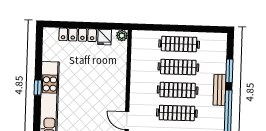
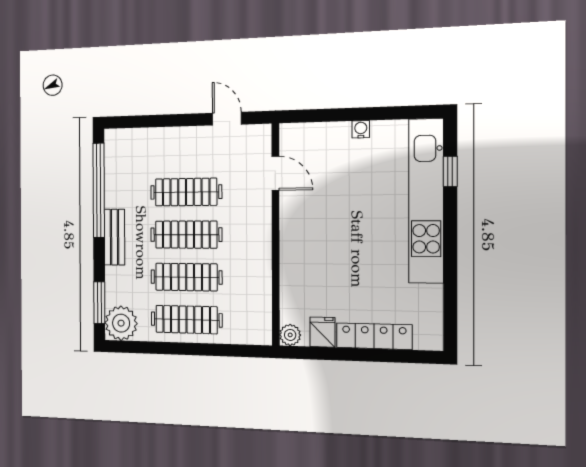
plant: (217, 42) -> (121, 323), added
window: (229, 71) -> (99, 303), moved
window: (38, 88) -> (450, 171), moved

